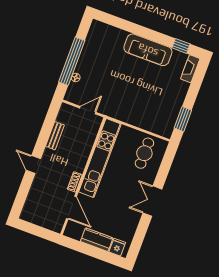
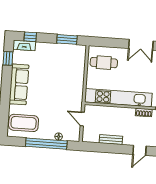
coffee table: (103, 42) -> (24, 123), added
window: (198, 78) -> (30, 37), added

